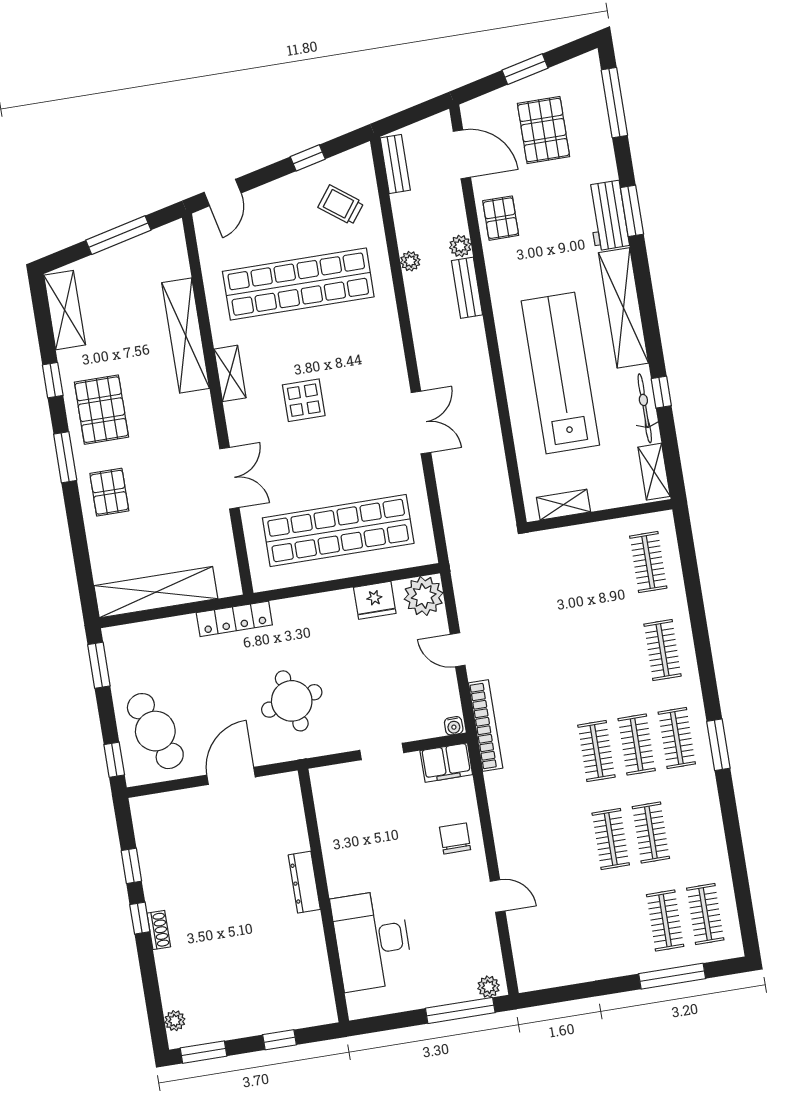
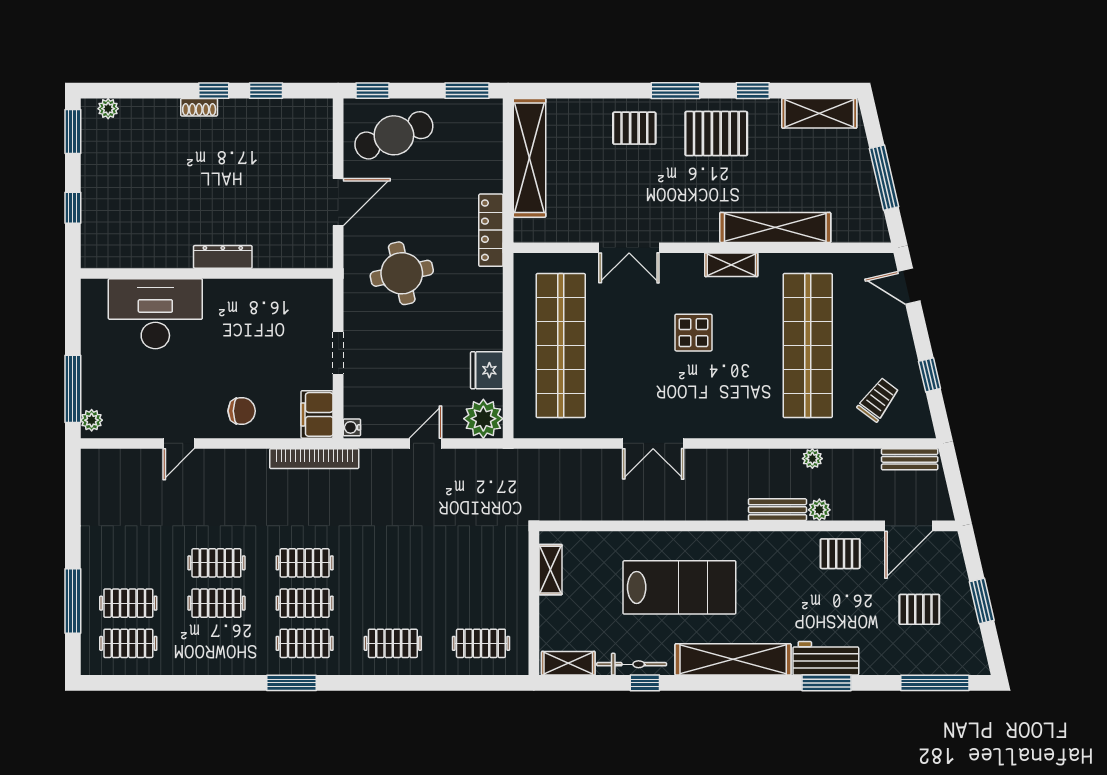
pallet: (543, 130) -> (919, 609), width x0.67, depth x0.71
lab bench: (560, 373) -> (679, 587), width x0.73
bookcase: (486, 726) -> (314, 459), moved
door: (231, 776) -> (338, 202), hinge flipped

